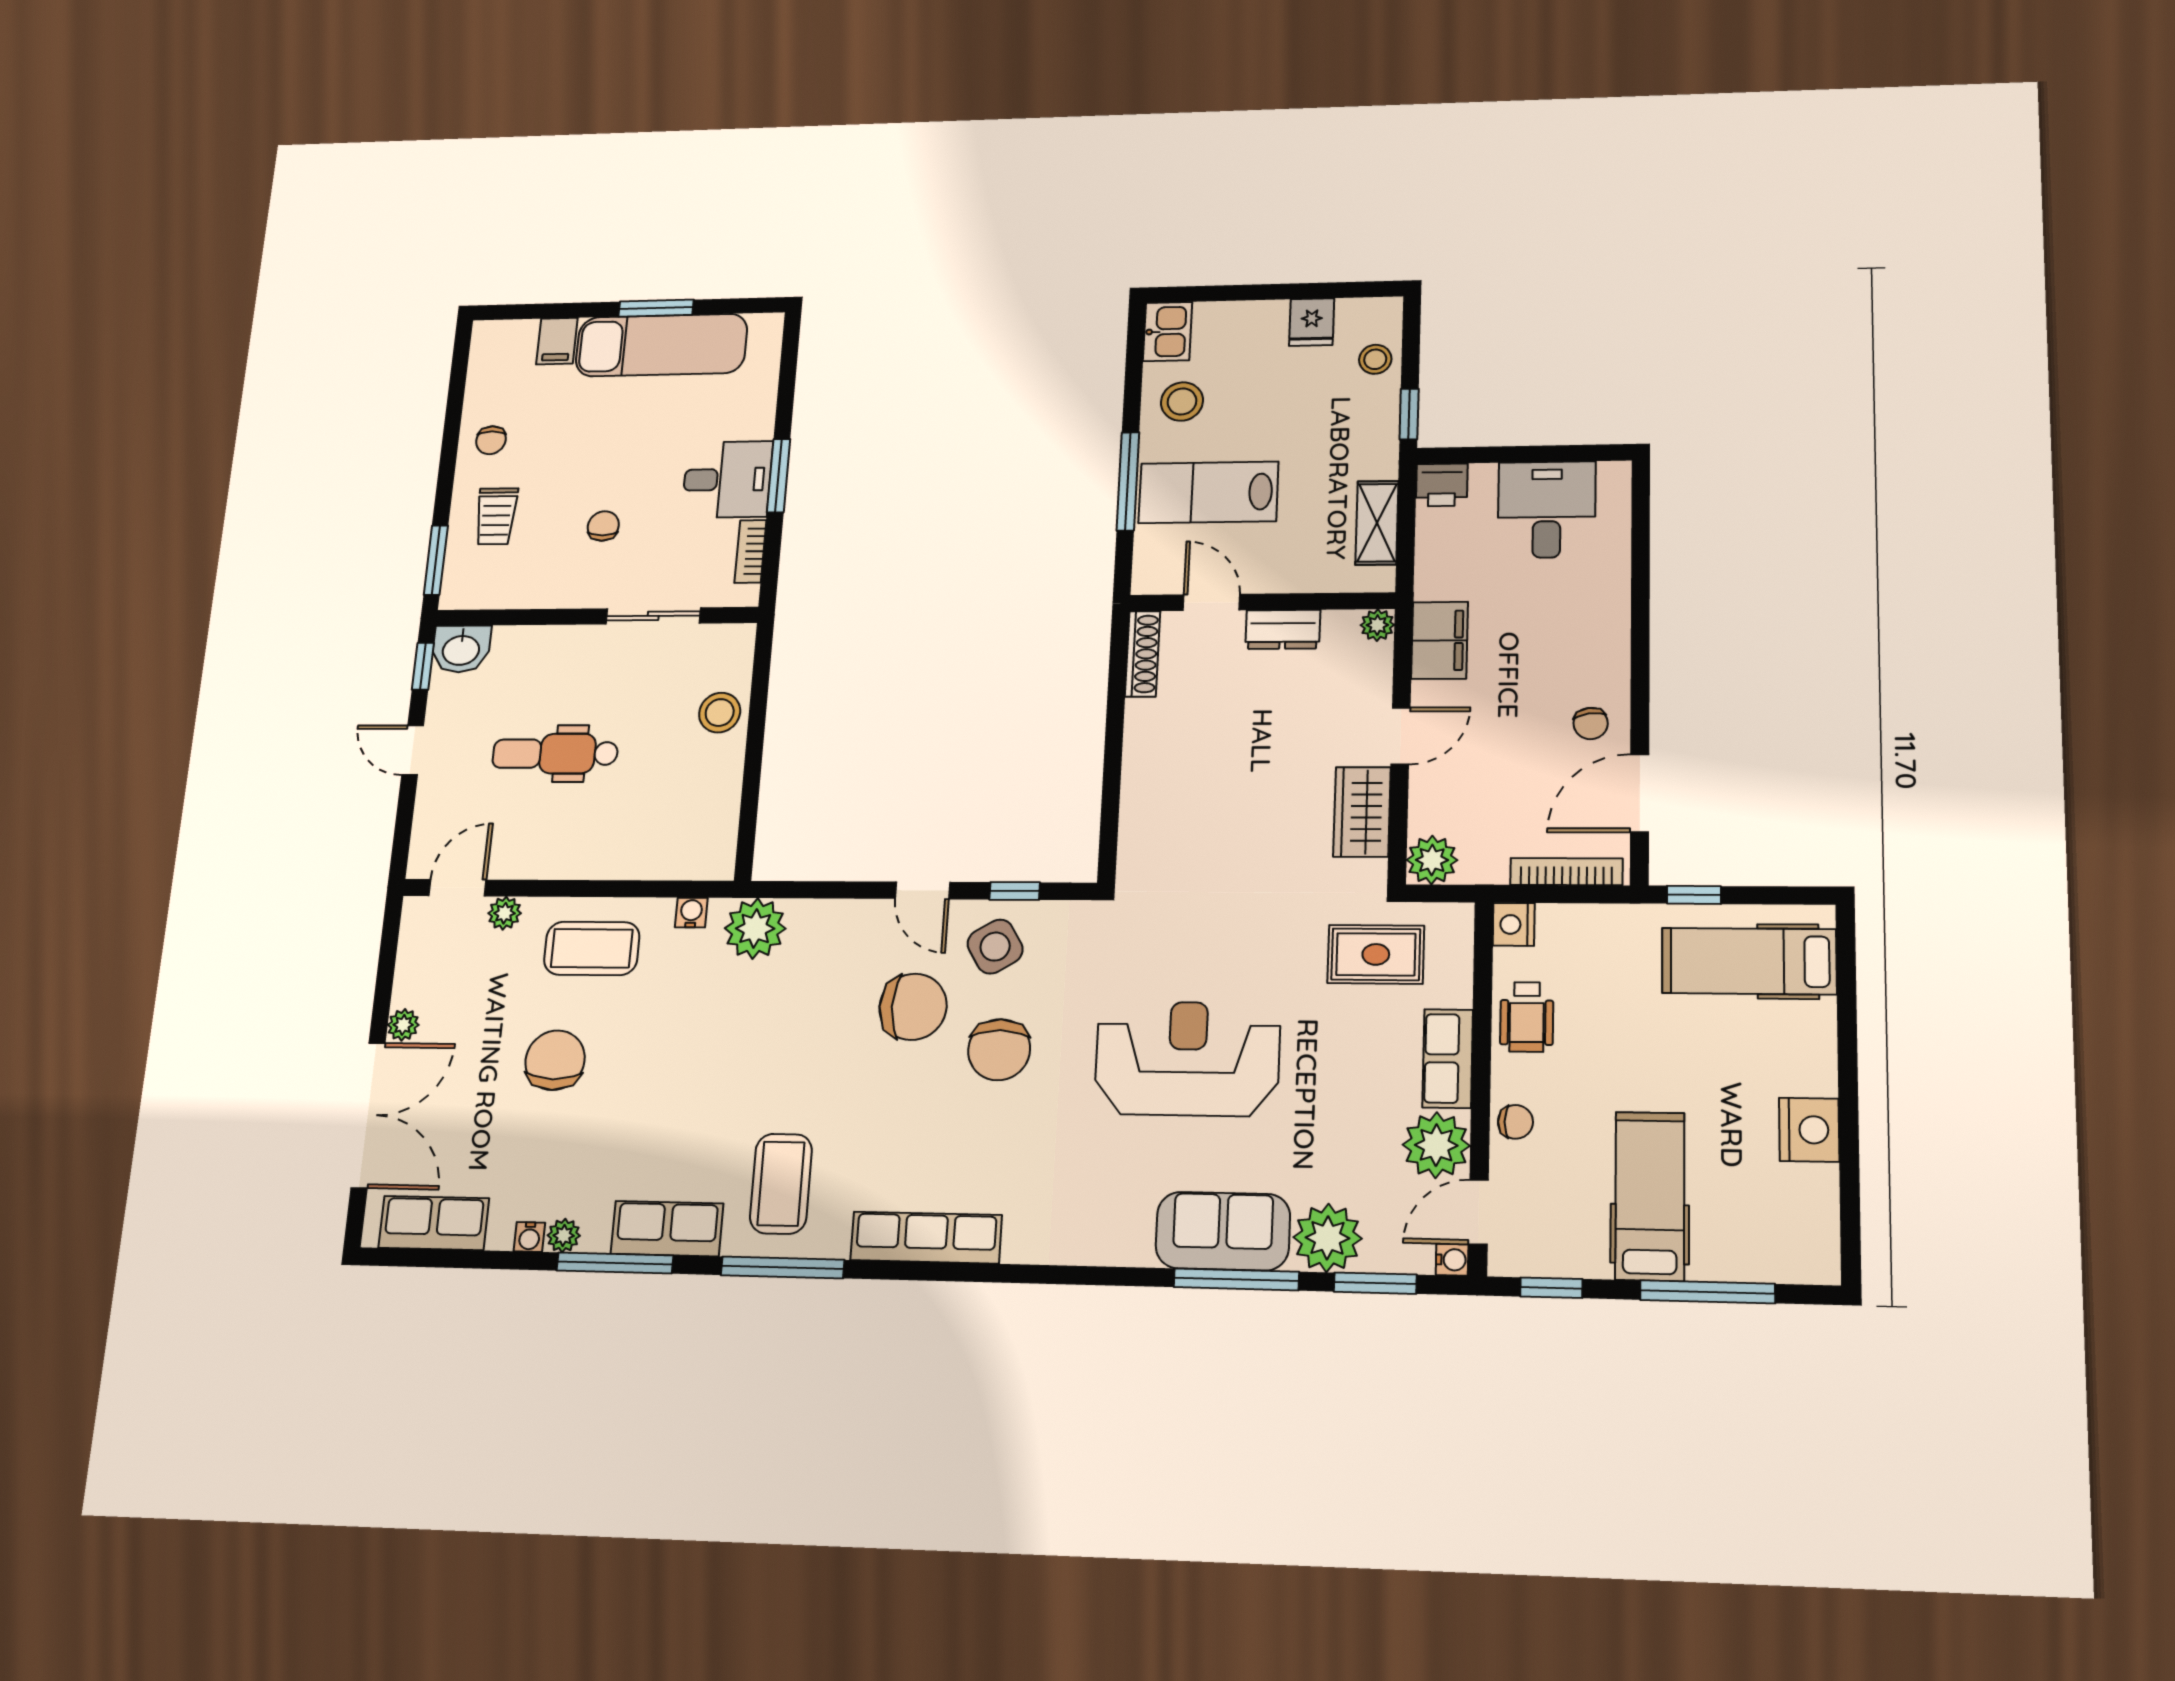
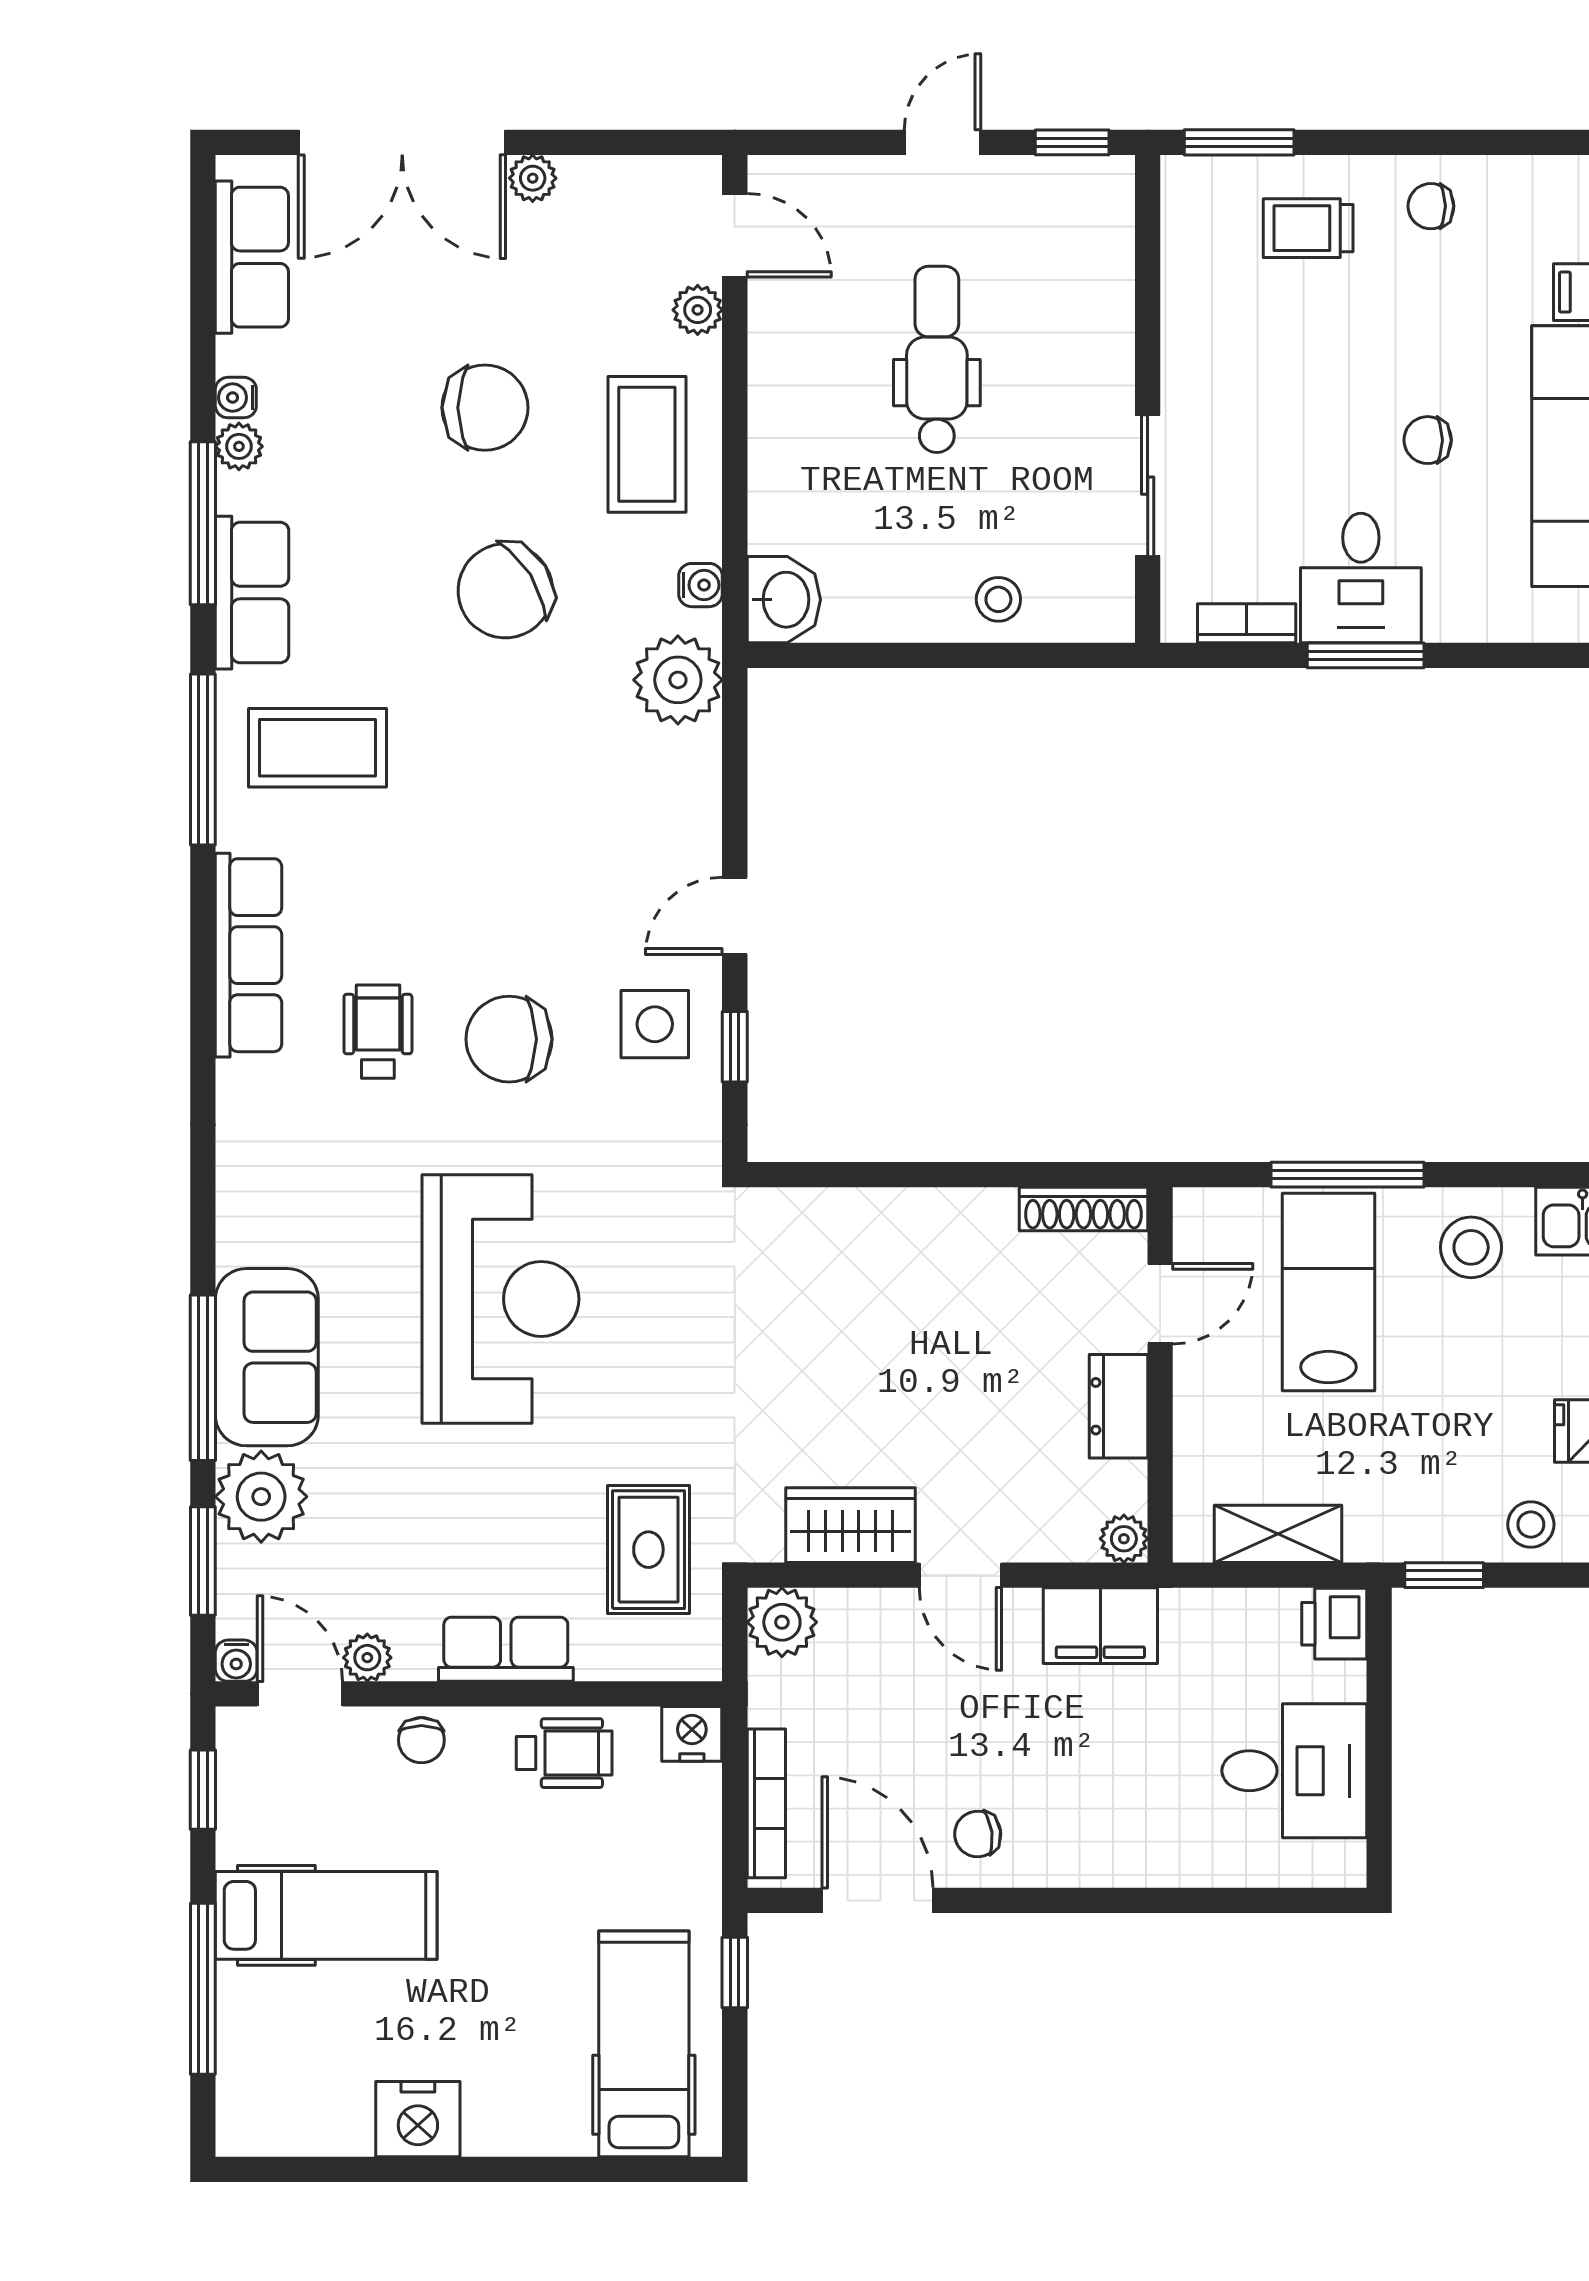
chair: (603, 526) -> (1428, 440), moved, turned 180
washbasin: (461, 649) -> (784, 600), moved, turned 180
stool: (720, 713) -> (998, 599), width x0.73, depth x0.73
side table: (995, 947) -> (655, 1024), turned 31
chair: (913, 1007) -> (505, 591), moved, turned 58
wheelchair: (1527, 1017) -> (564, 1753), turned 180
wheelchair: (988, 1144) -> (378, 1032), added
plant: (1436, 1145) -> (367, 1658), width x0.53, depth x0.53

